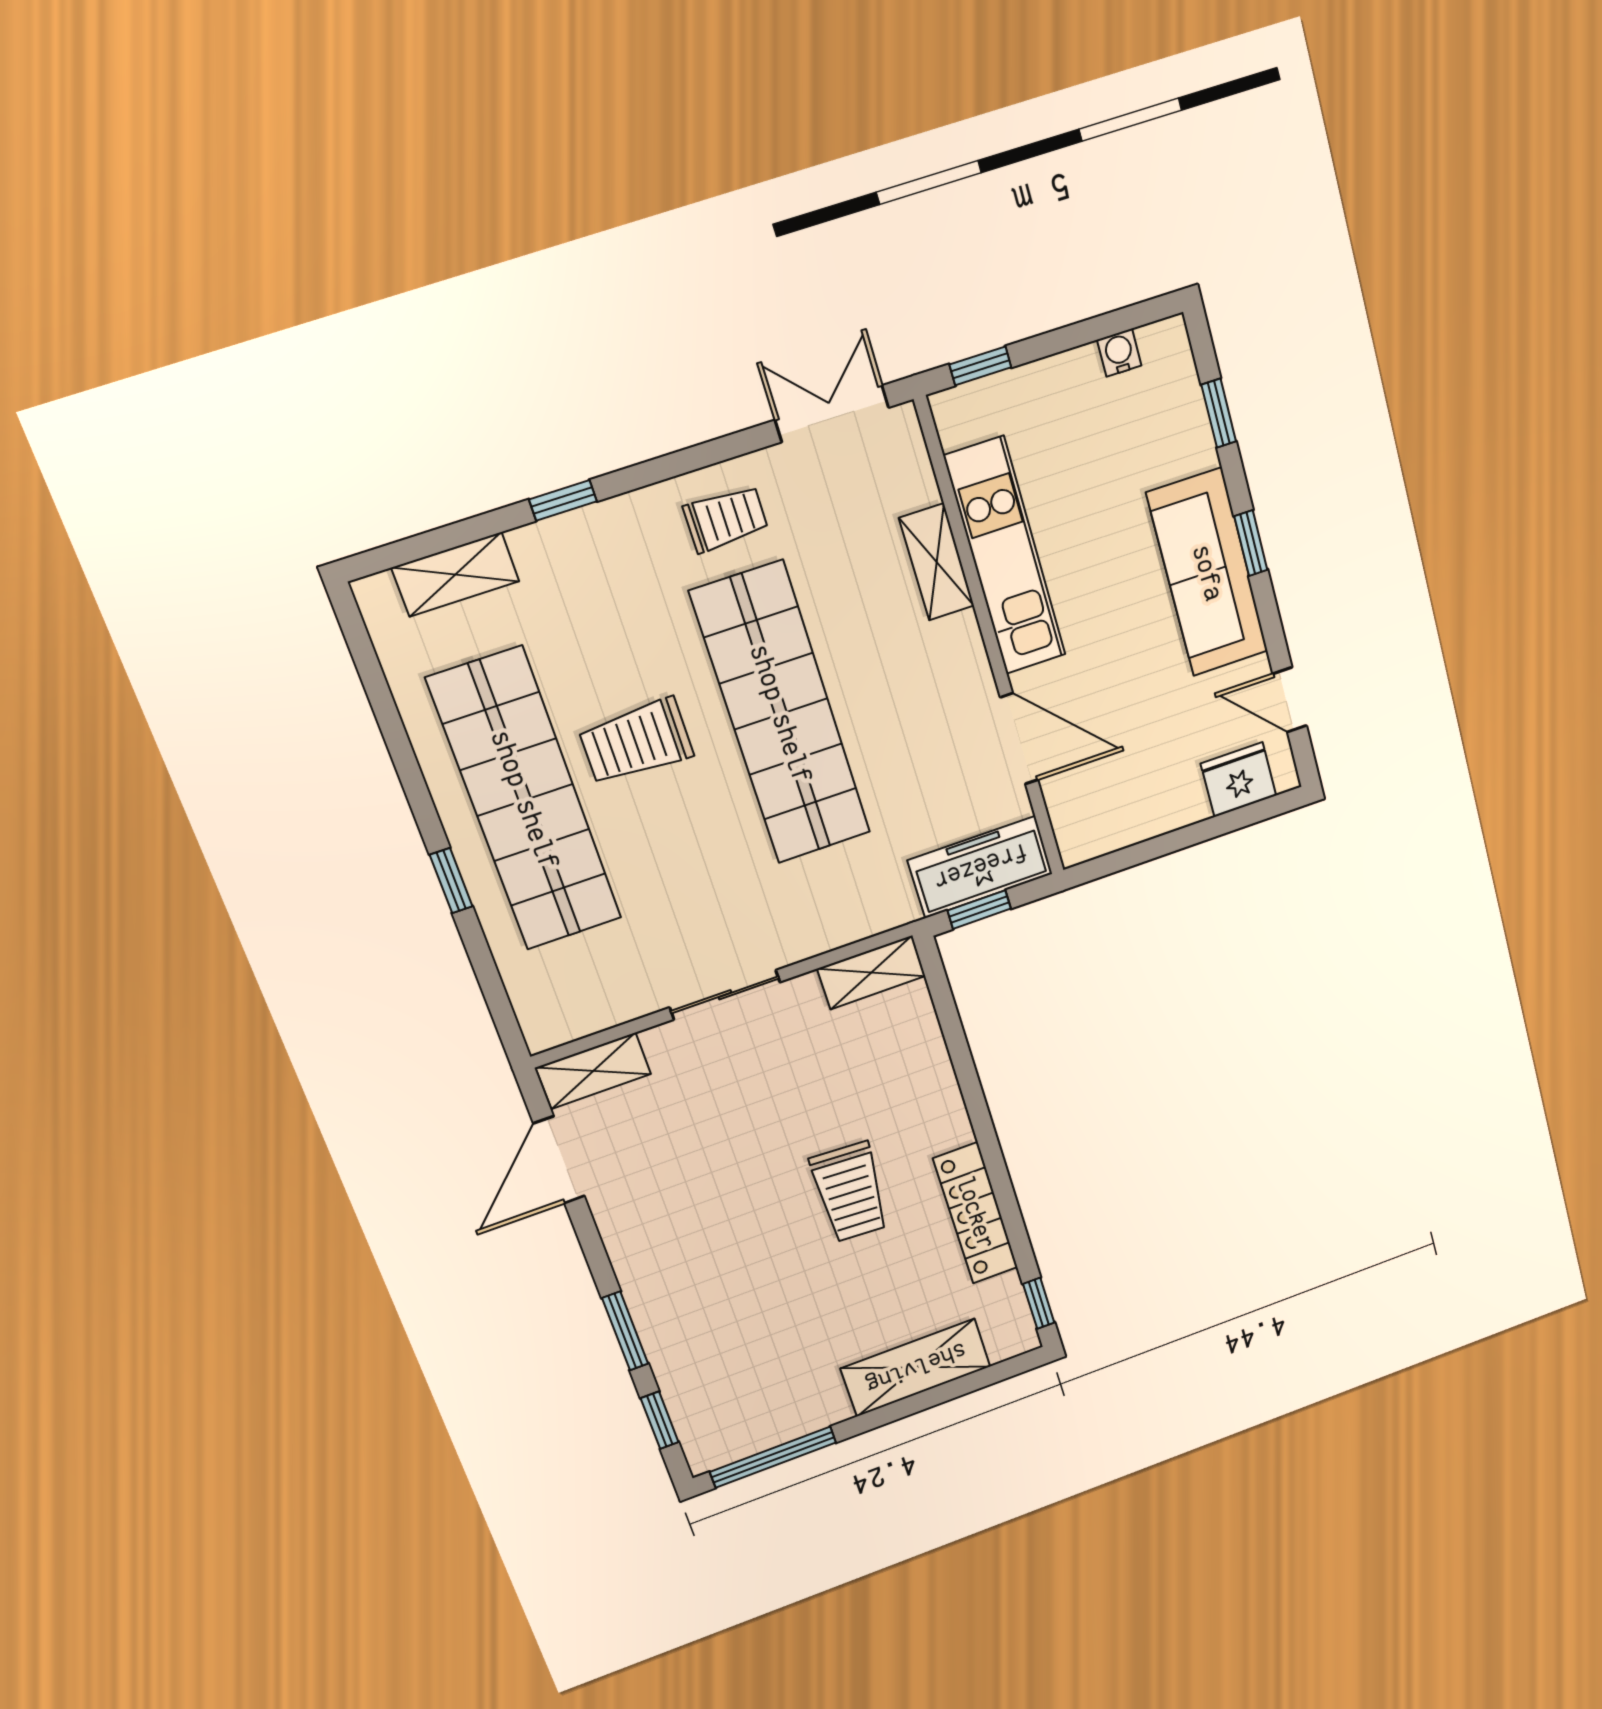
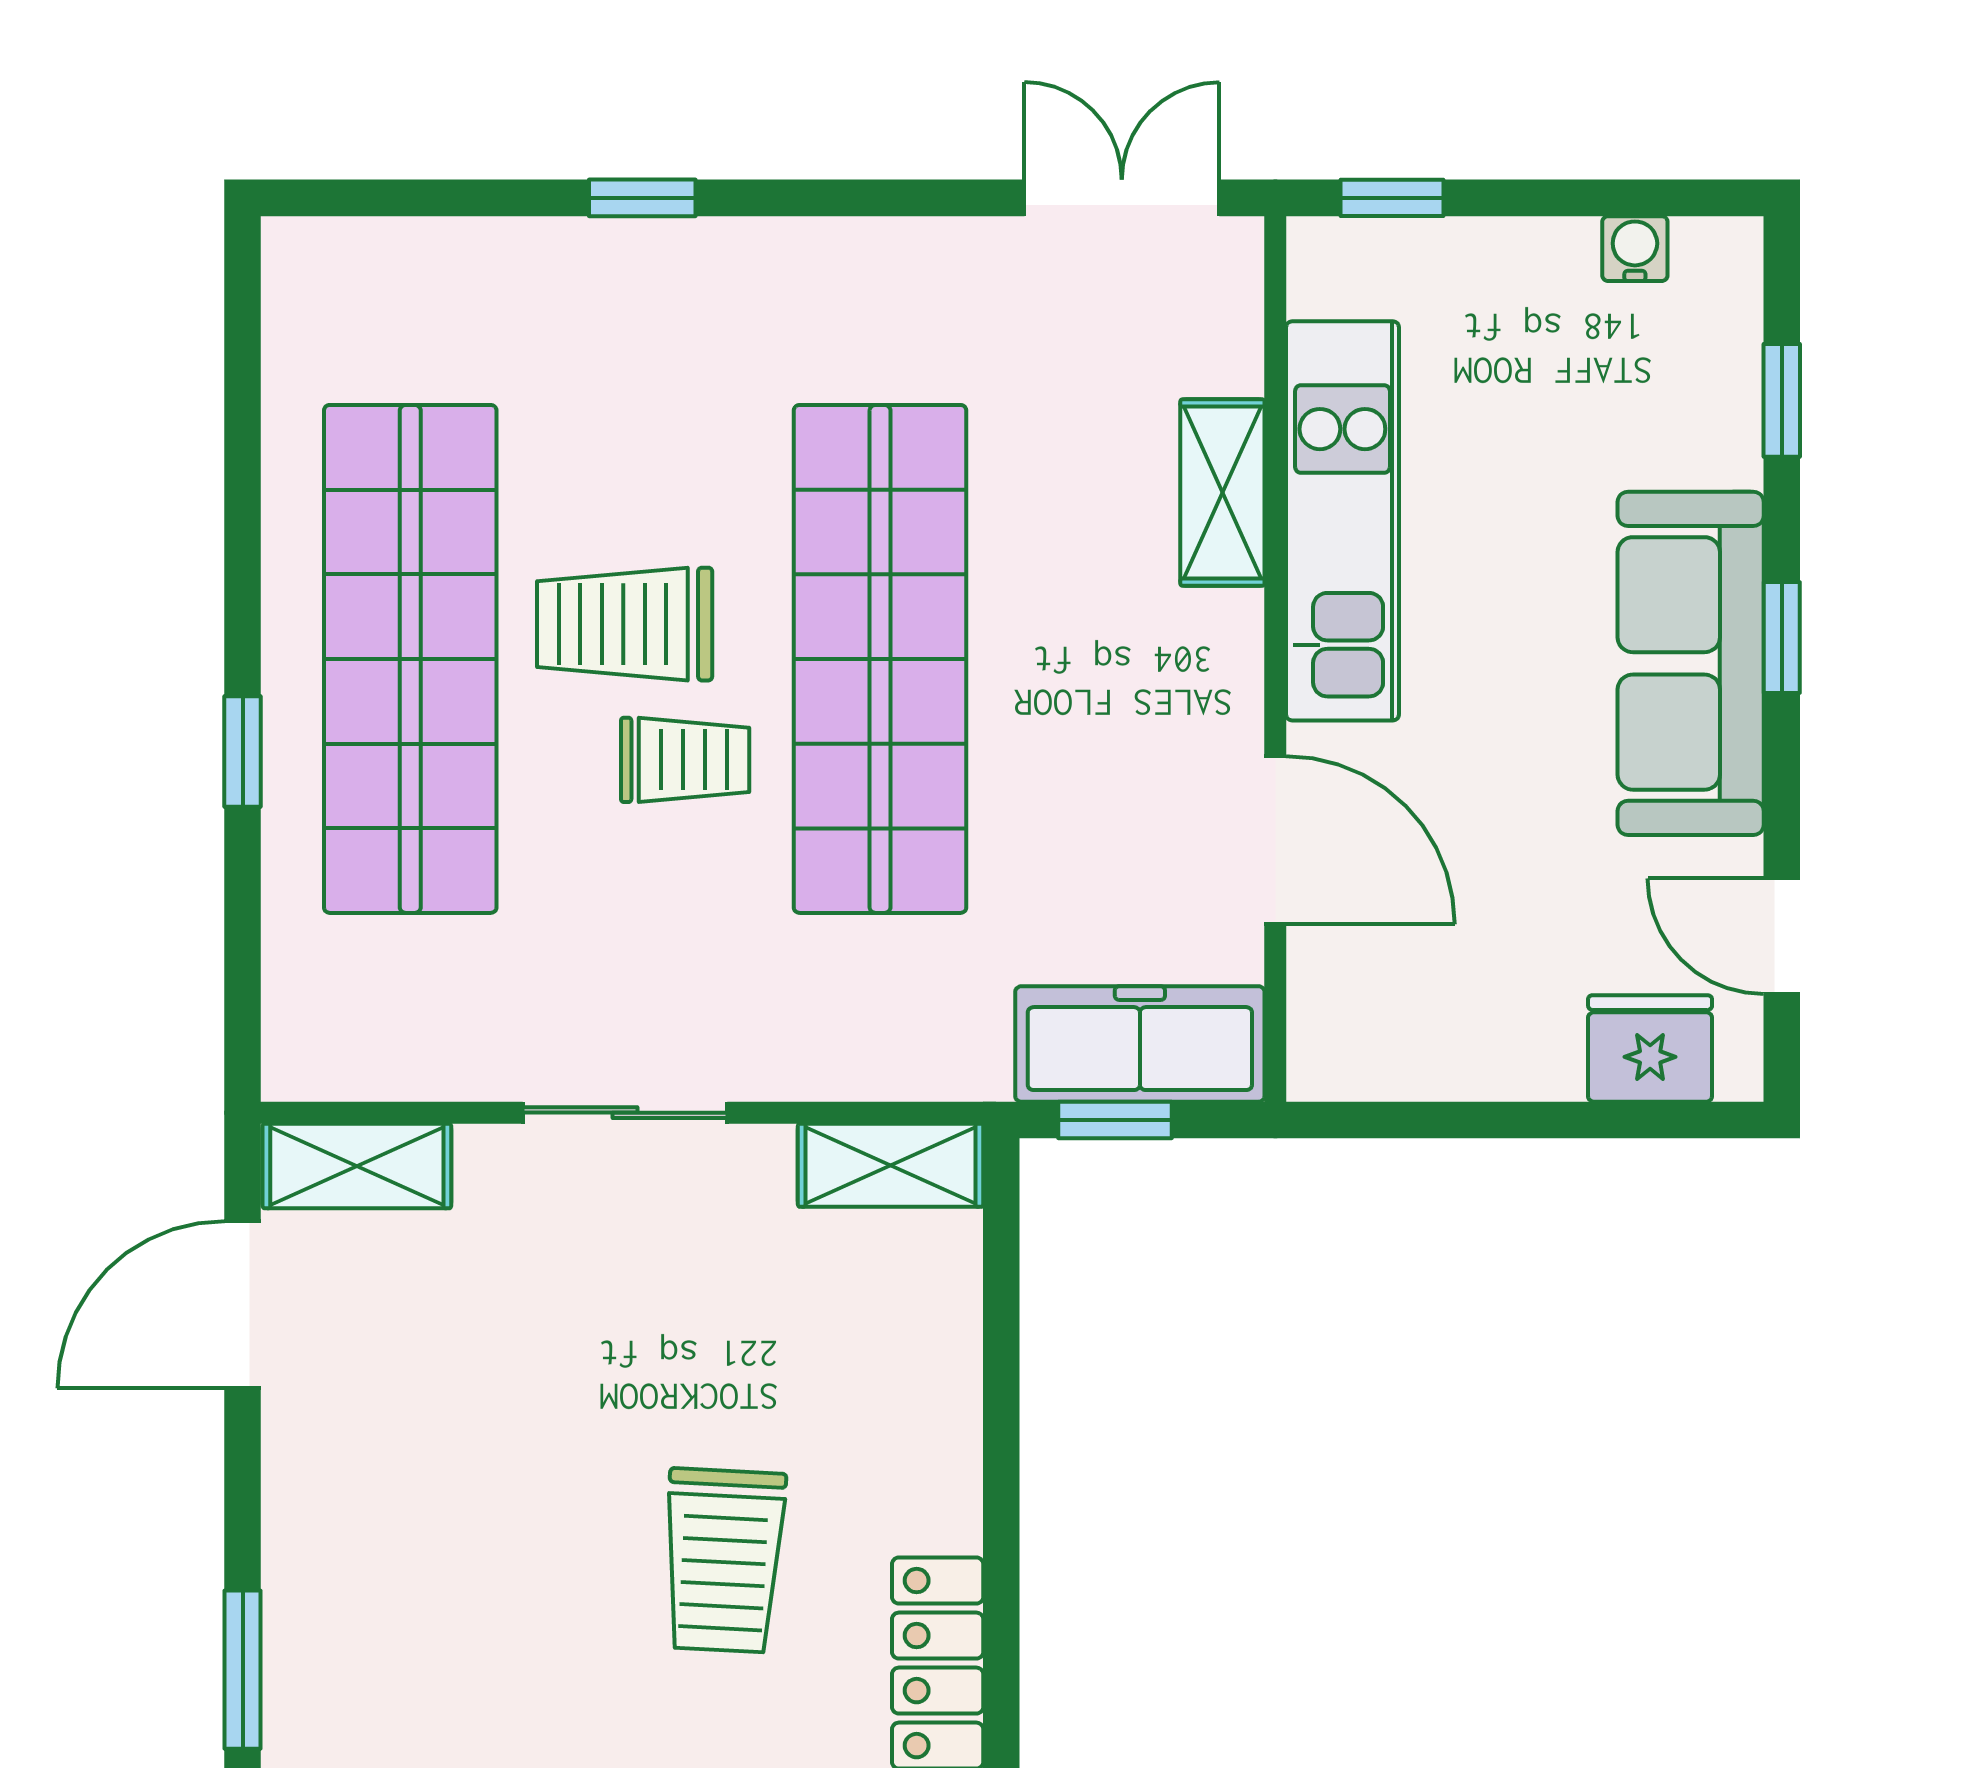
trolley: (726, 519) -> (685, 760), moved
shelving: (455, 574) -> (432, 259), removed

